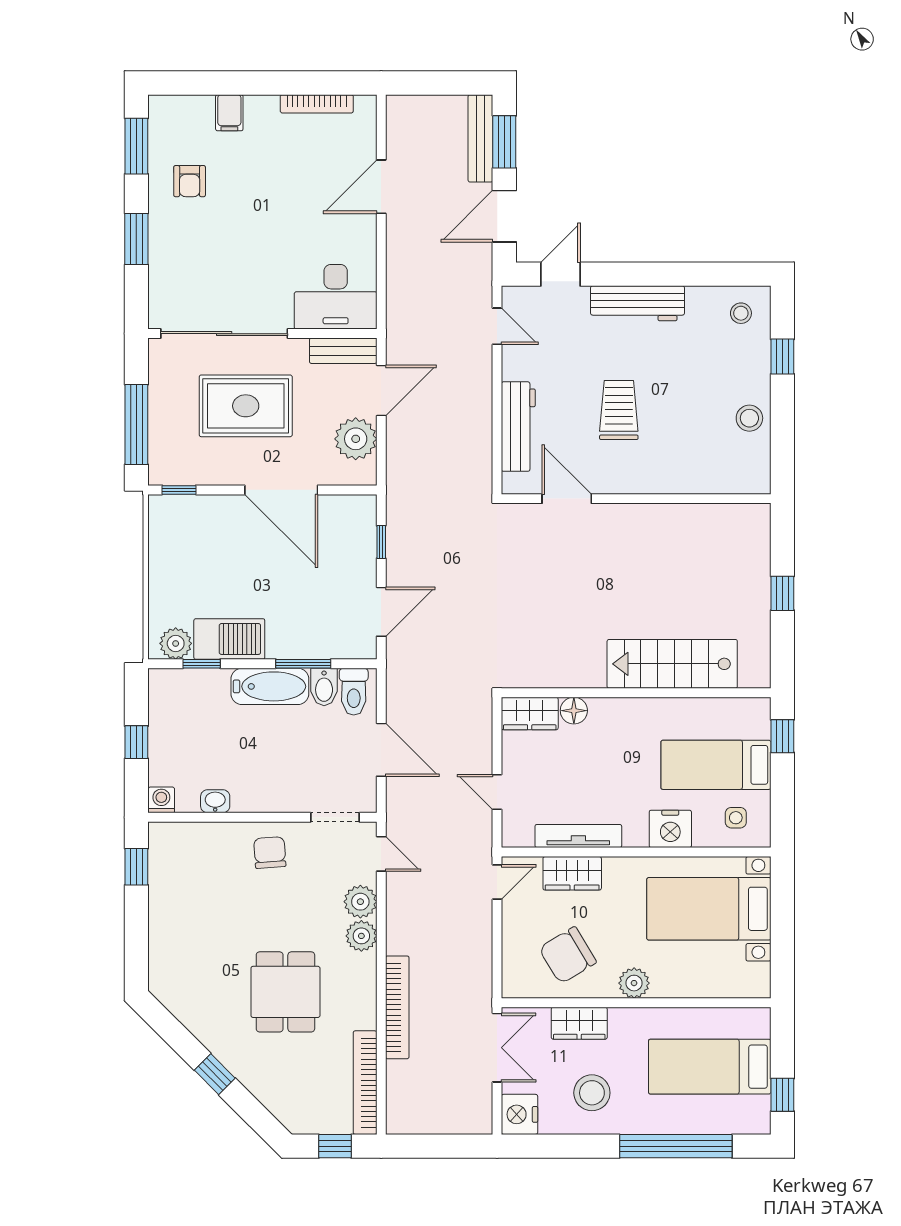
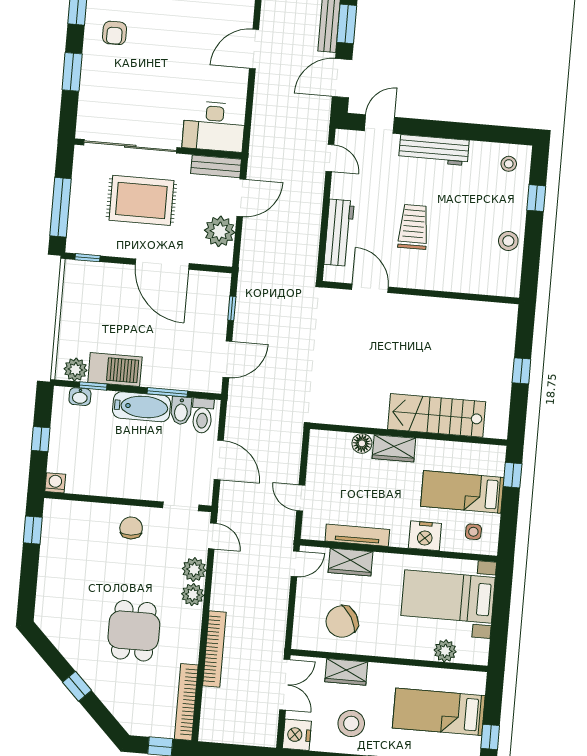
wardrobe: (530, 714) -> (394, 448), moved
washbasin: (215, 801) -> (80, 397), moved, turned 180
plant: (634, 983) -> (445, 651), moved

